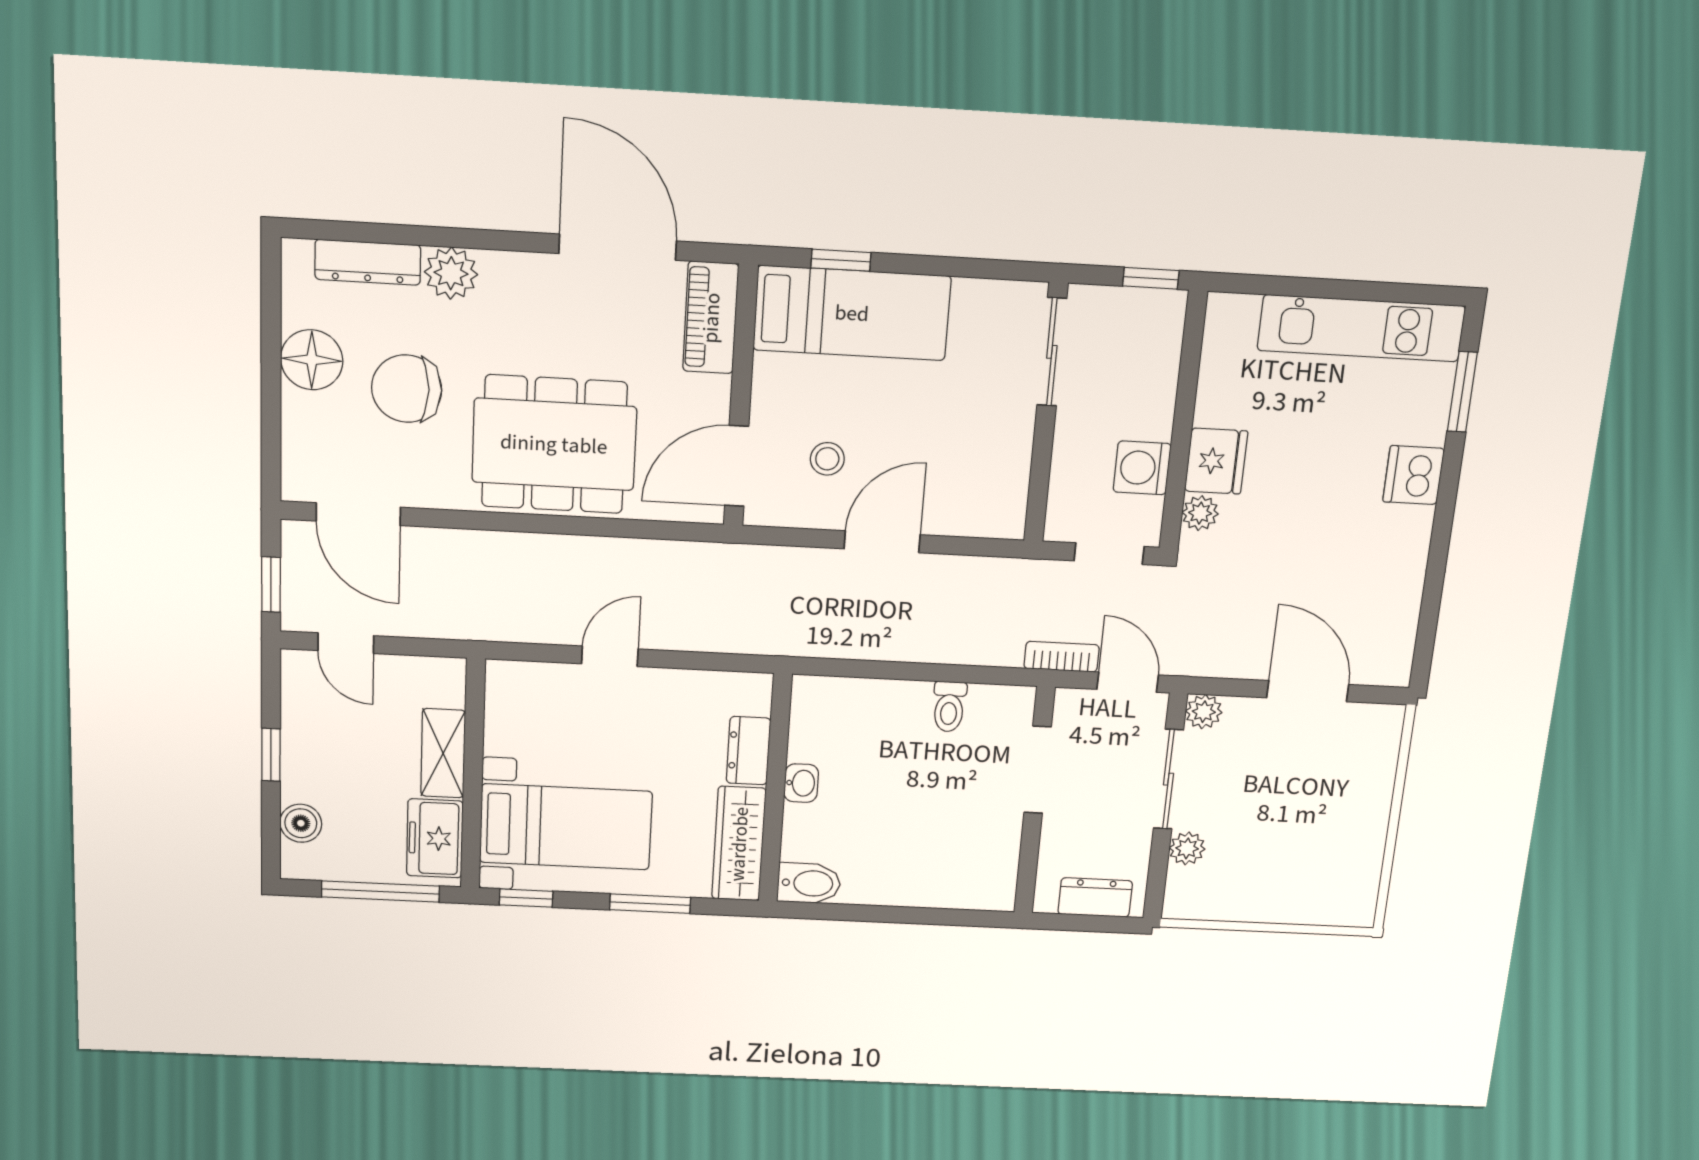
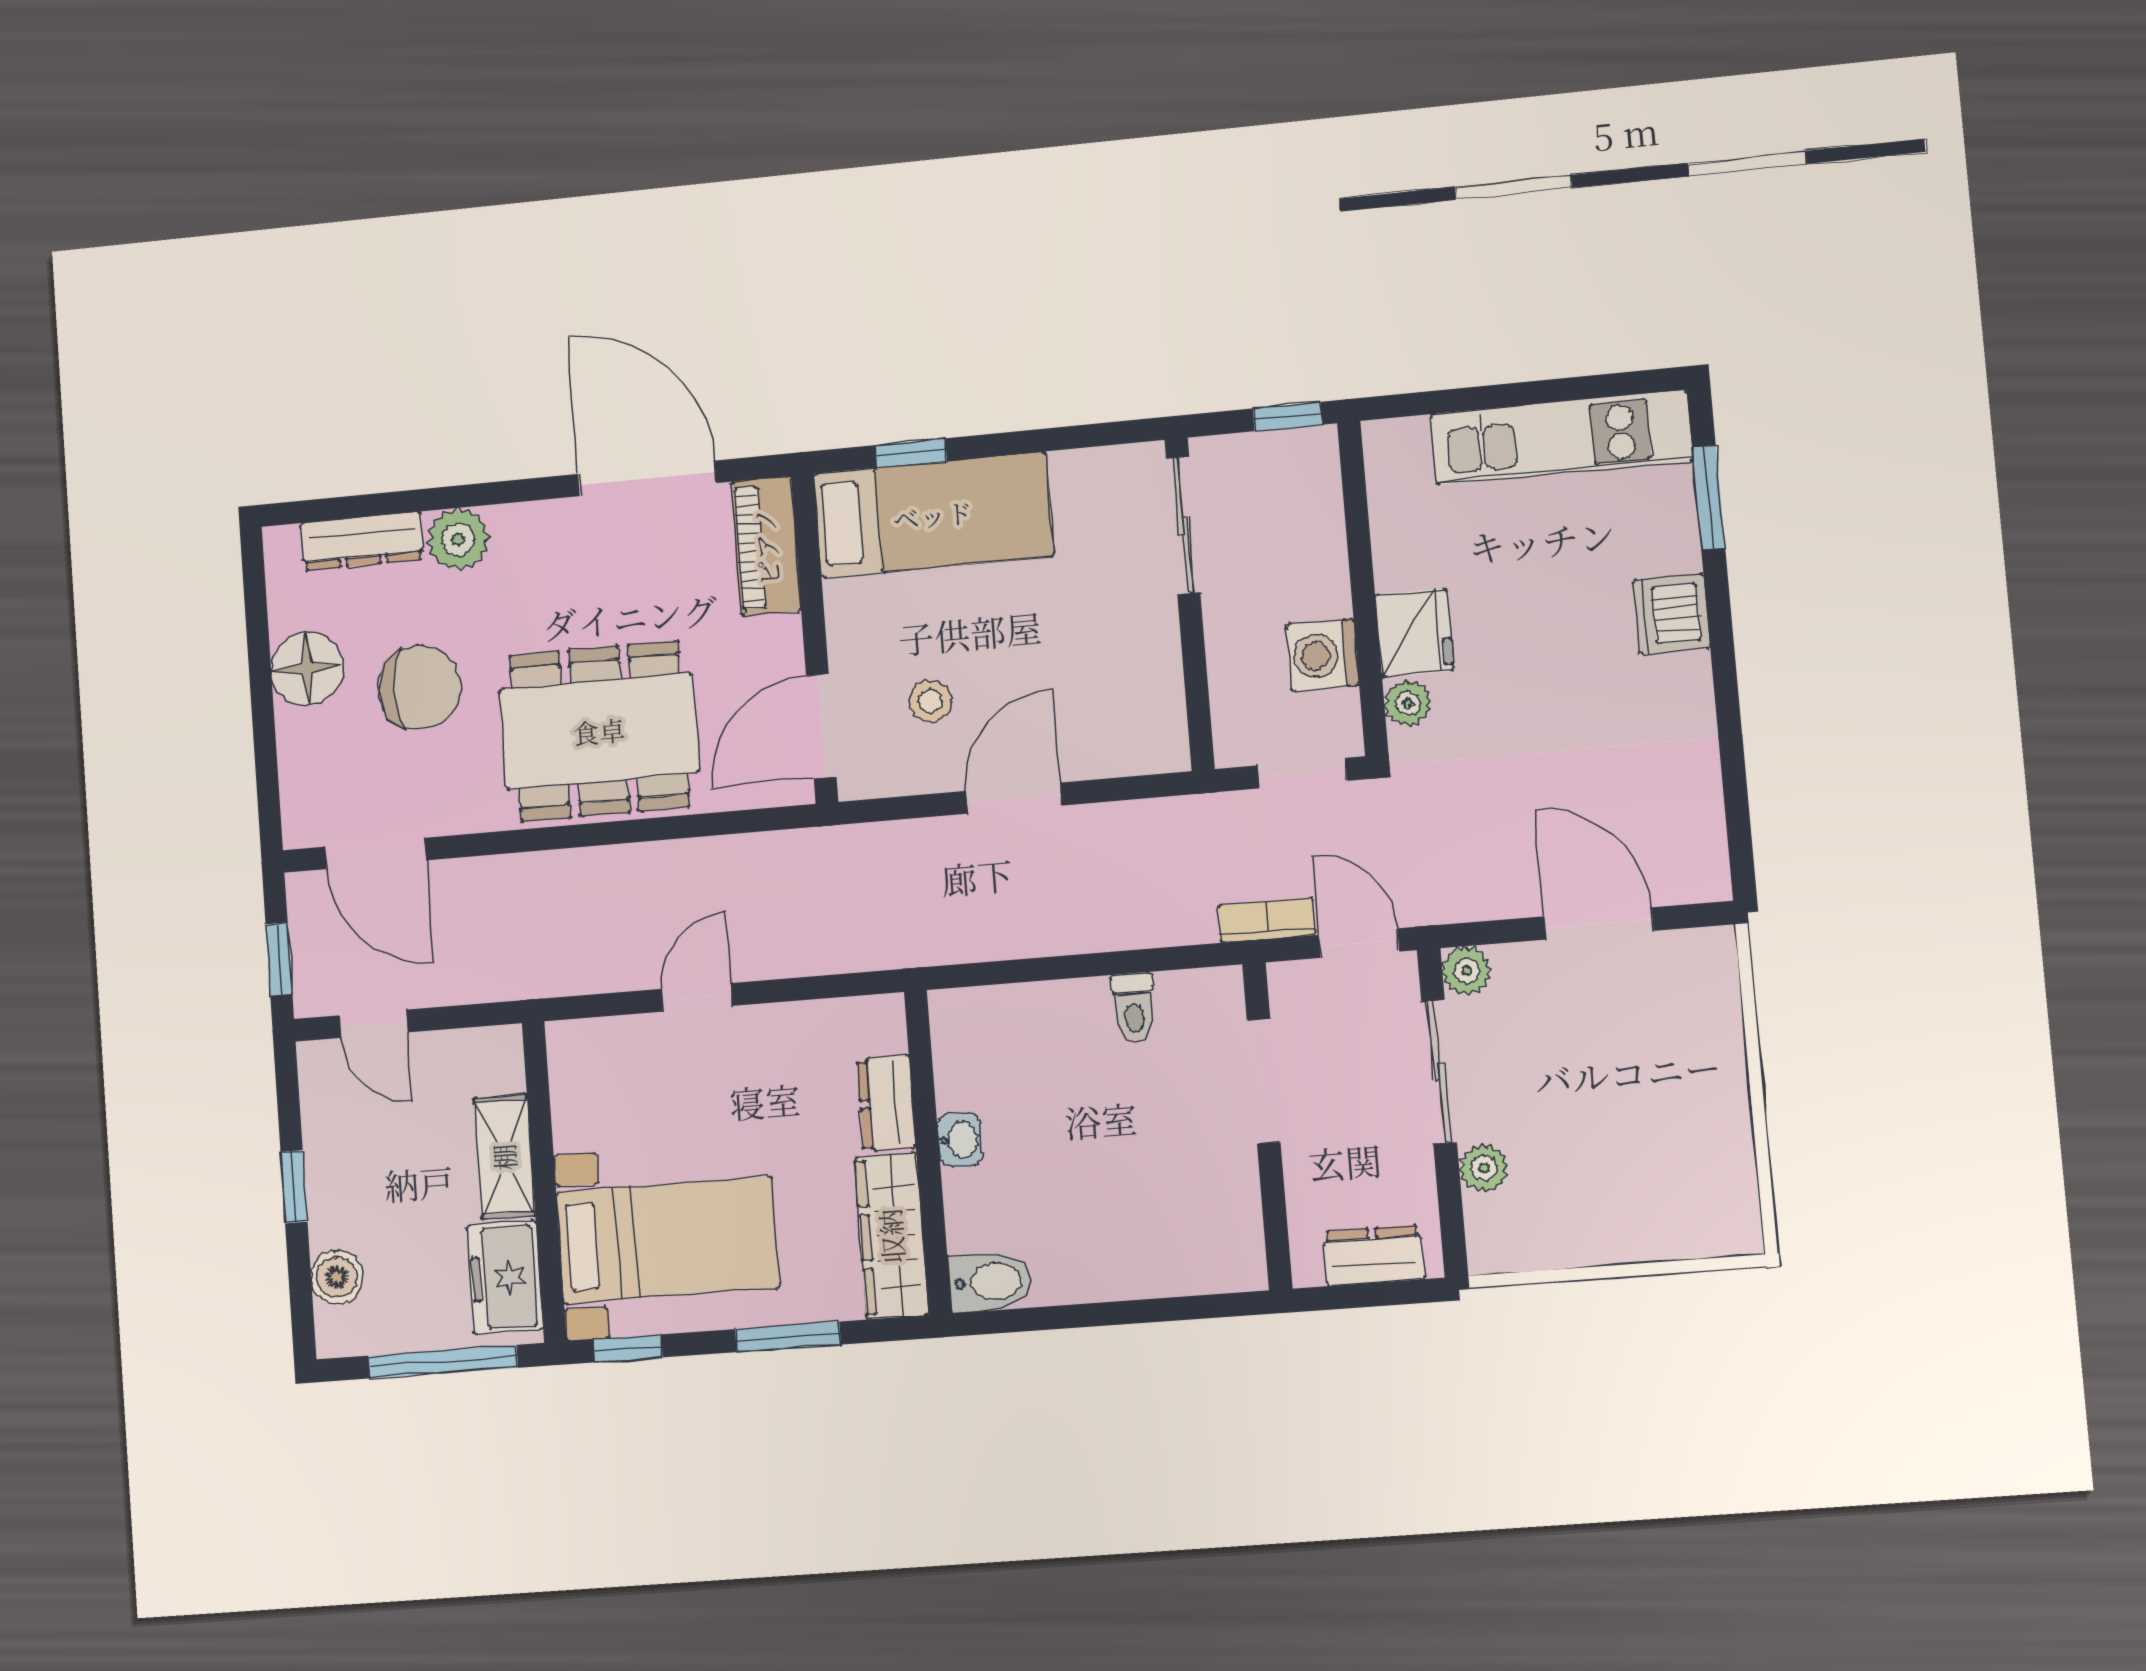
chair: (407, 389) -> (419, 688), turned 180

